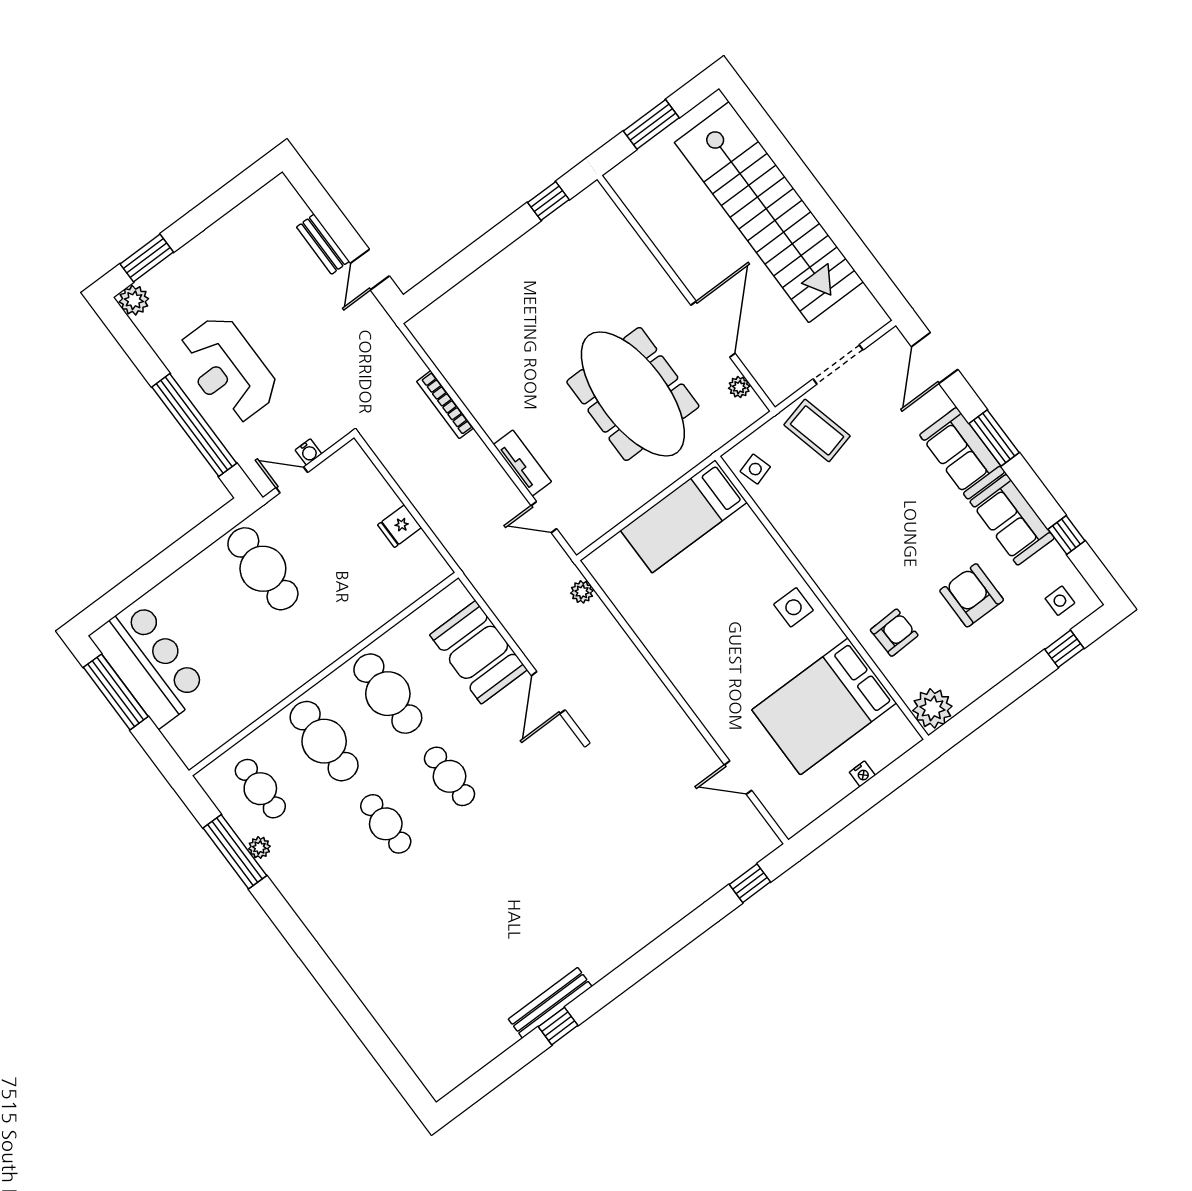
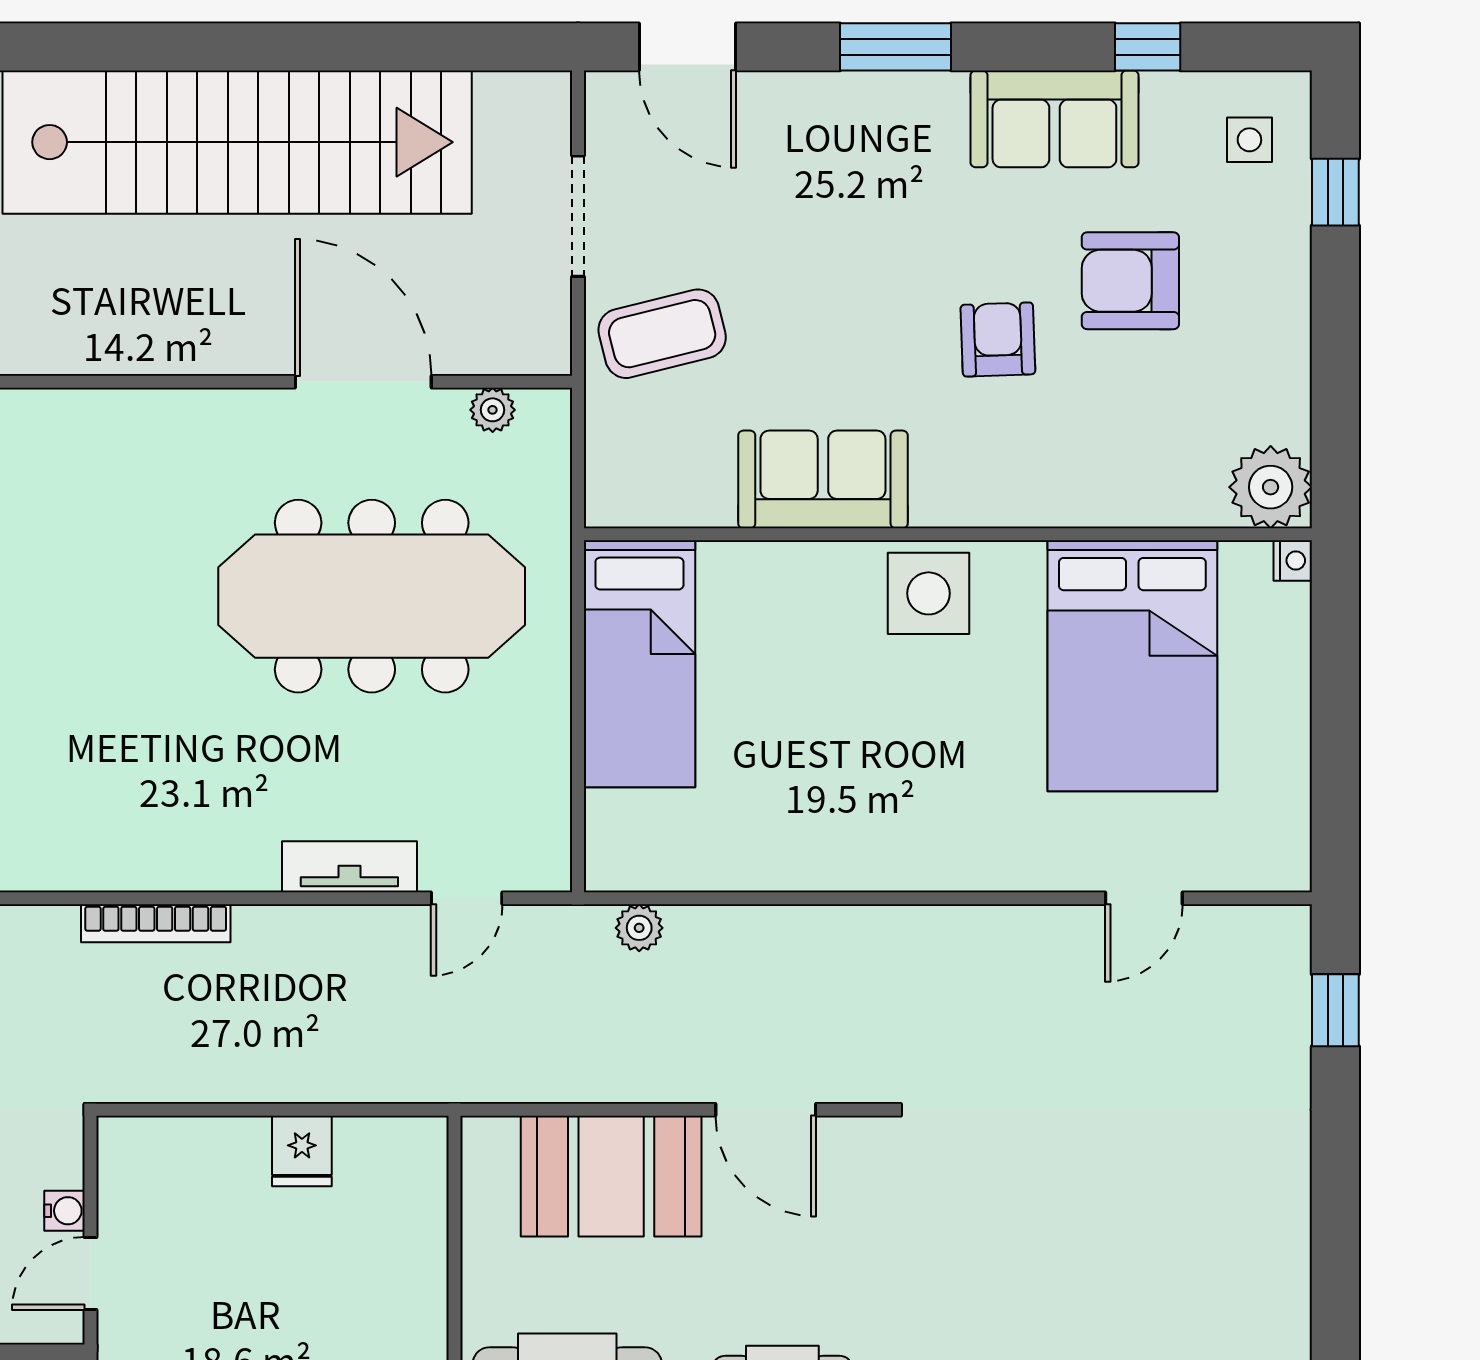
sofa: (962, 453) -> (823, 479), moved, turned 180
side table: (755, 469) -> (650, 485), removed
side table: (794, 607) -> (928, 593), width x1.37, depth x1.37
armchair: (894, 633) -> (998, 339), moved
nightstand: (862, 774) -> (1293, 560), moved

